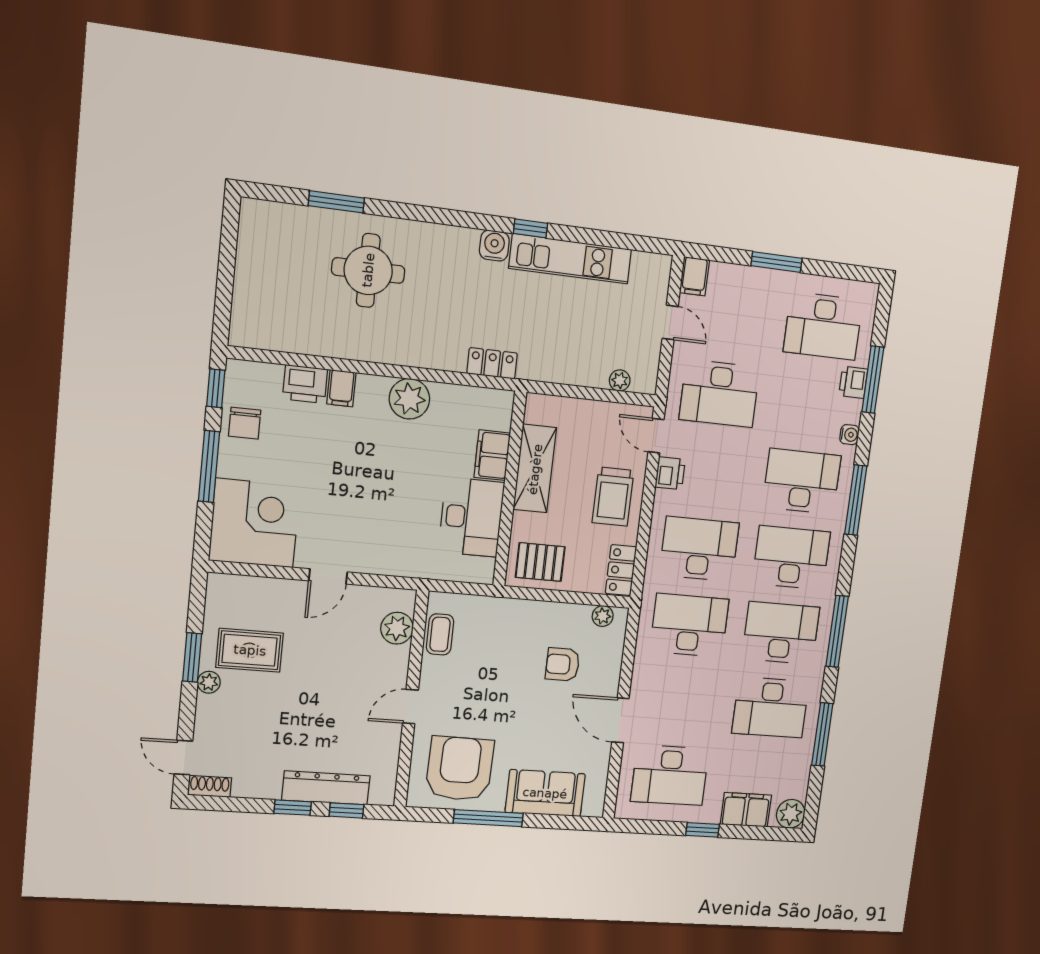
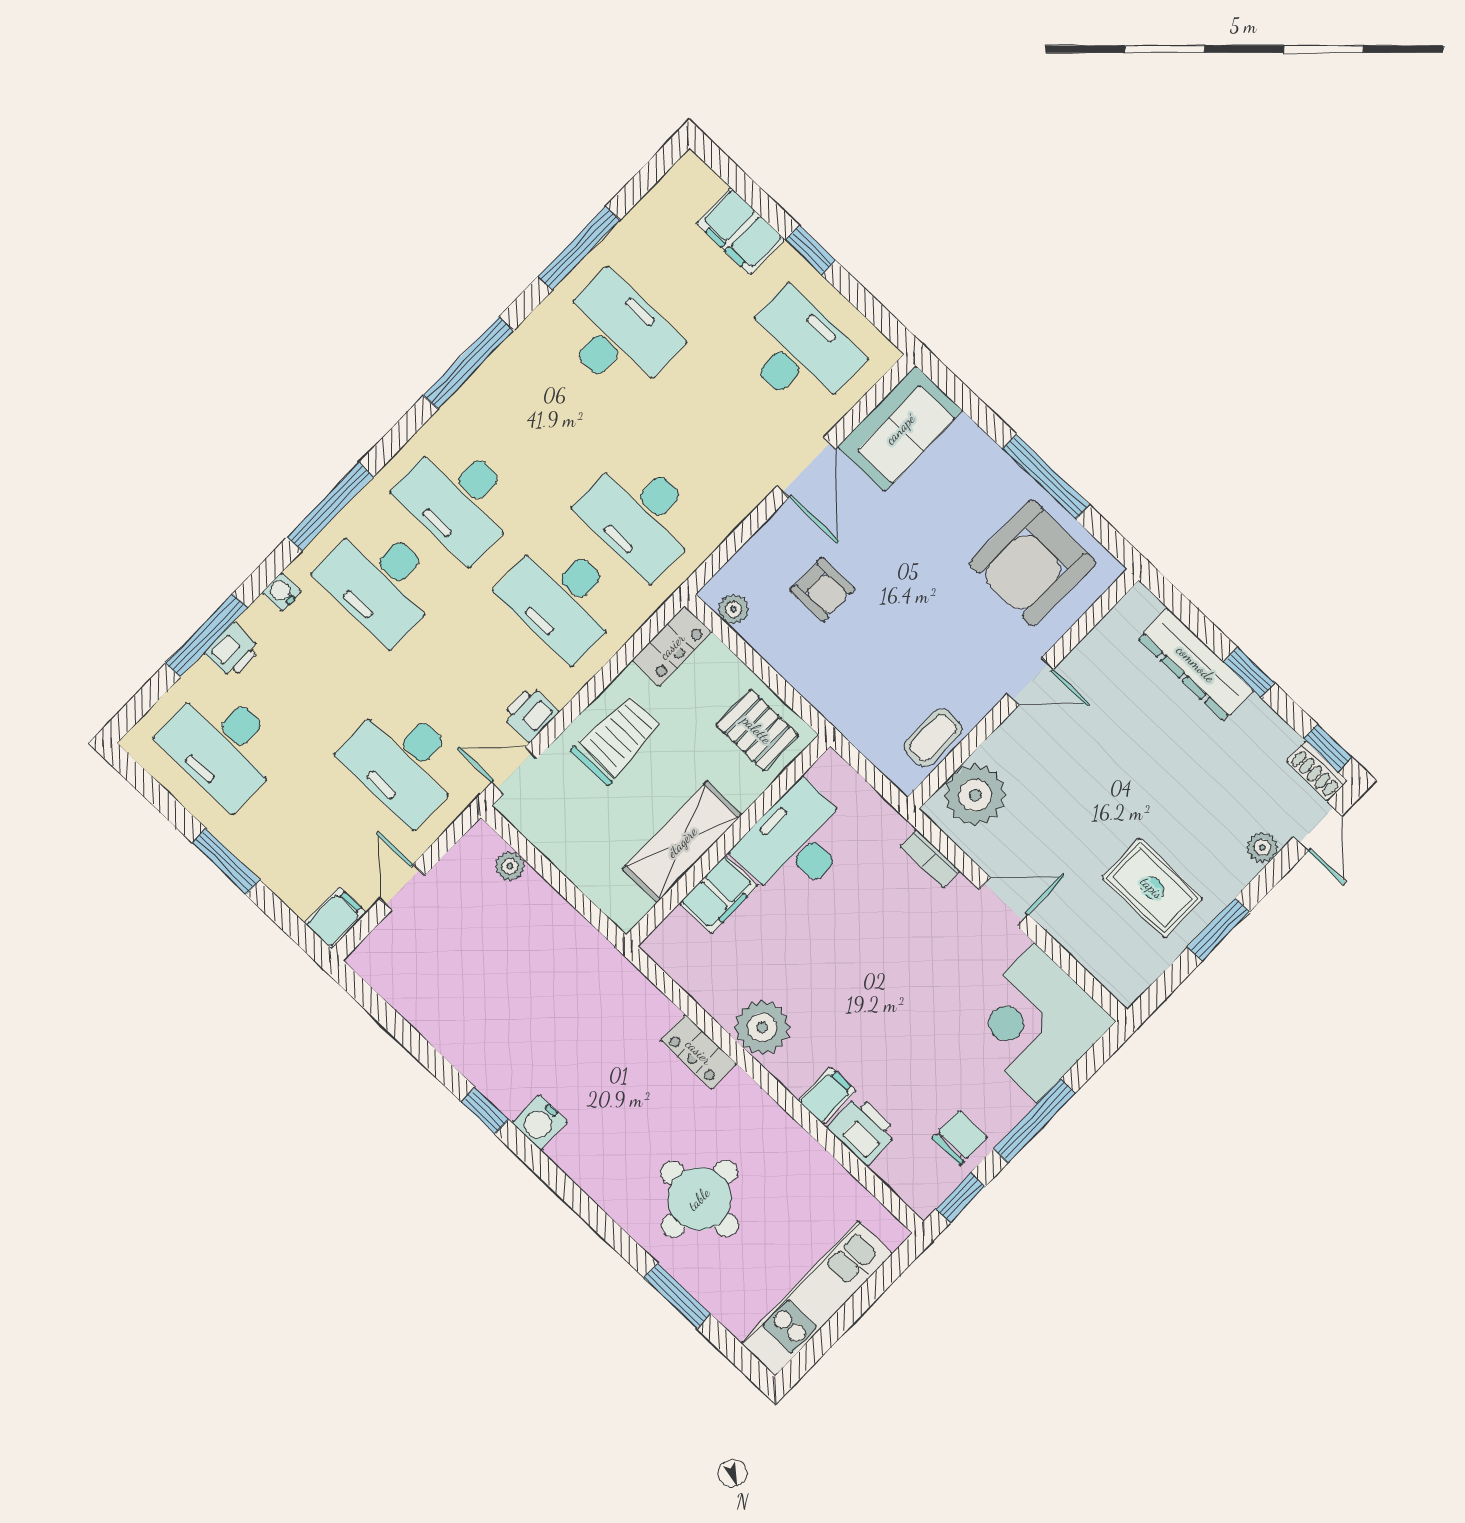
kitchen unit: (570, 259) -> (817, 1298), moved, turned -90
desk: (823, 326) -> (222, 745), turned 180
locker: (492, 363) -> (699, 1052), moved
desk: (719, 393) -> (404, 762), turned 180
door: (656, 436) -> (515, 771), swing flipped
bookcase: (389, 568) -> (930, 859), added
plant: (397, 628) -> (975, 795), width x1.36, depth x1.36
desk: (781, 633) -> (538, 417), removed
plant: (209, 682) -> (1262, 847), moved
sofa: (545, 793) -> (900, 429), moved, turned -90
window: (346, 810) -> (1328, 748), moved
plant: (791, 814) -> (690, 180), removed

